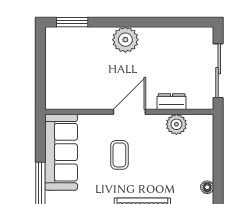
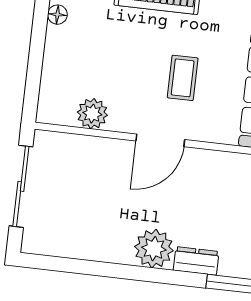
dresser: (172, 102) -> (196, 261), moved, turned 180

